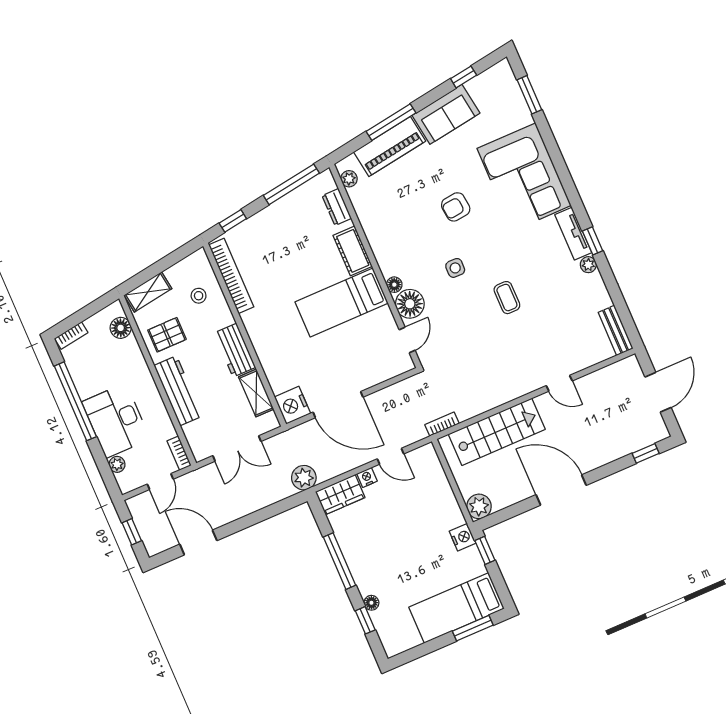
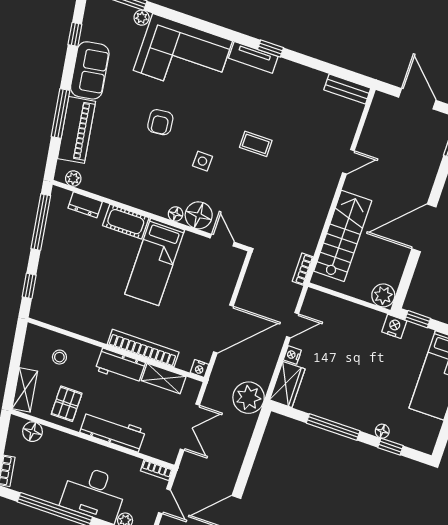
plant: (588, 265) -> (142, 18), moved
bookcase: (231, 276) -> (143, 348), moved
nightstand: (293, 405) -> (199, 368), width x0.53, depth x0.56
plant: (304, 478) -> (249, 398), width x1.36, depth x1.36

